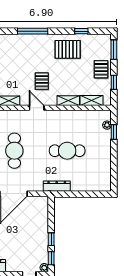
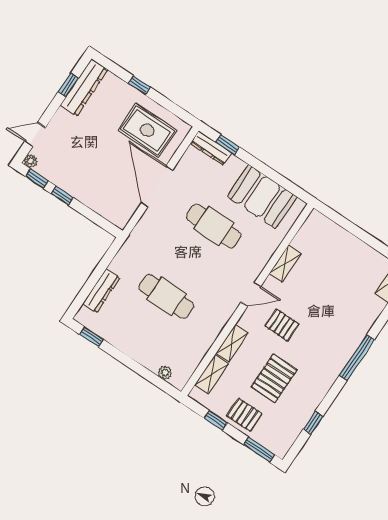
pallet: (68, 49) -> (274, 378), moved
window: (114, 132) -> (91, 337), moved
cafe table: (67, 151) -> (166, 296), turned 90
dresser: (57, 186) -> (101, 291), moved

